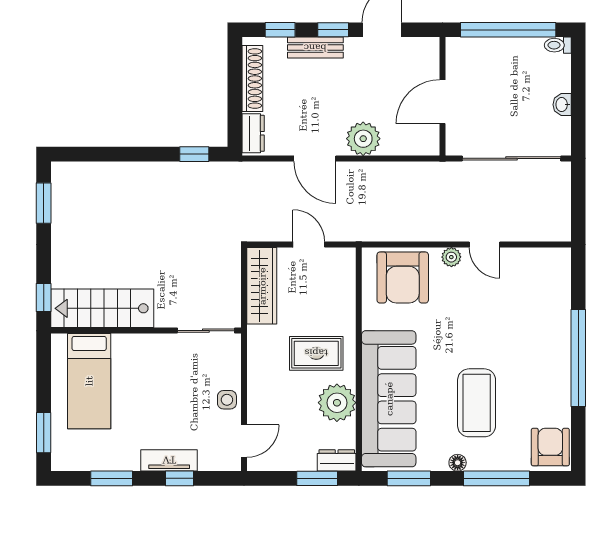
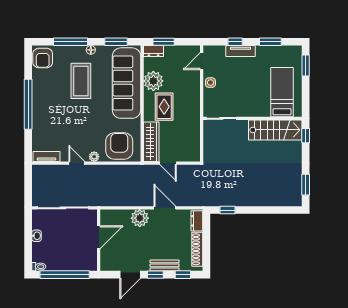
tv unit: (543, 257) -> (46, 157), added
wardrobe: (262, 286) -> (151, 142), moved, turned 180
rug: (316, 353) -> (164, 107), turned 90

